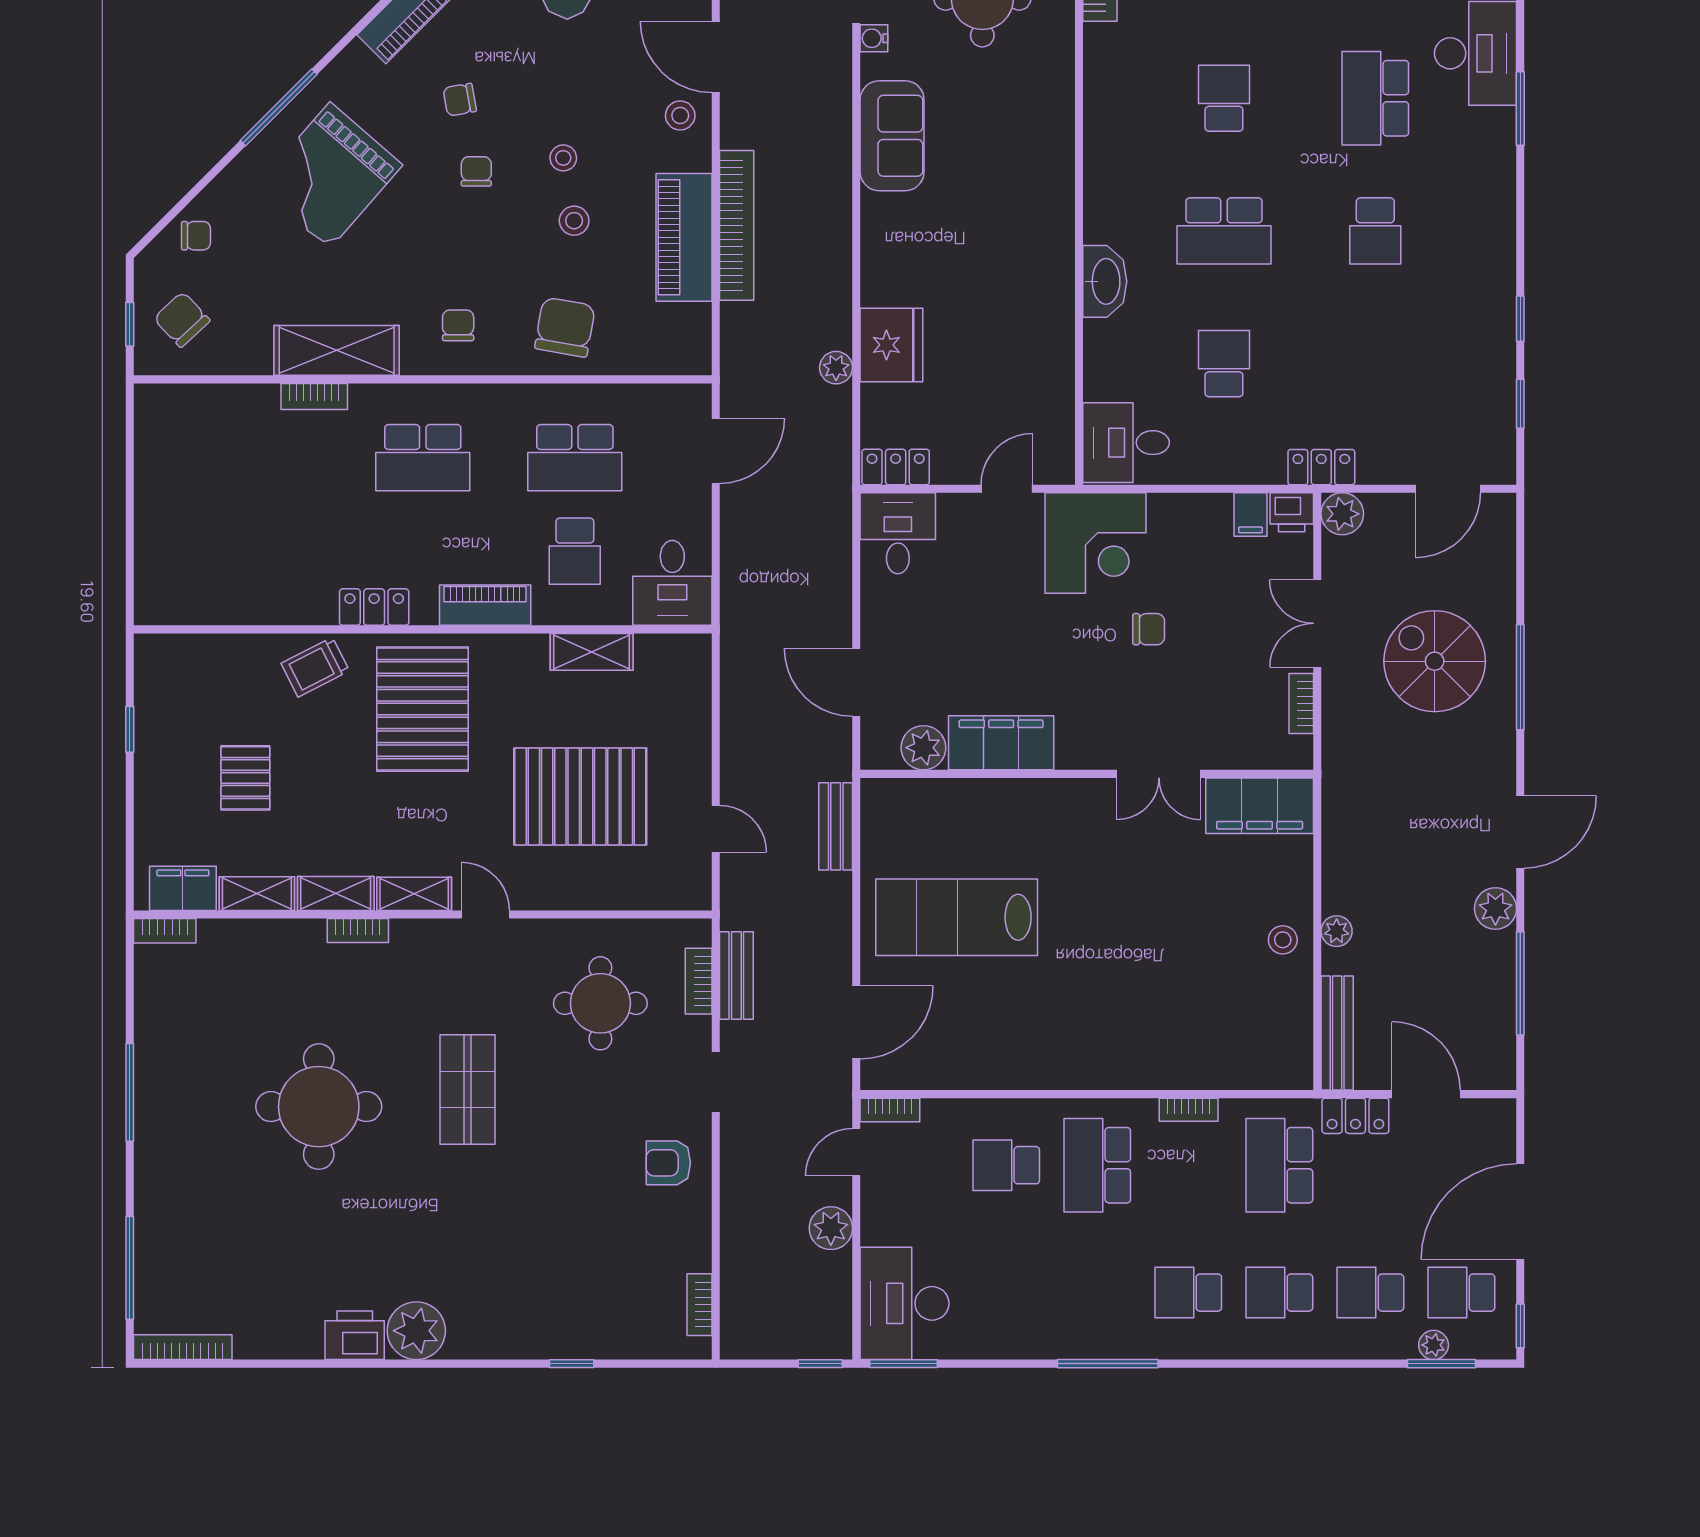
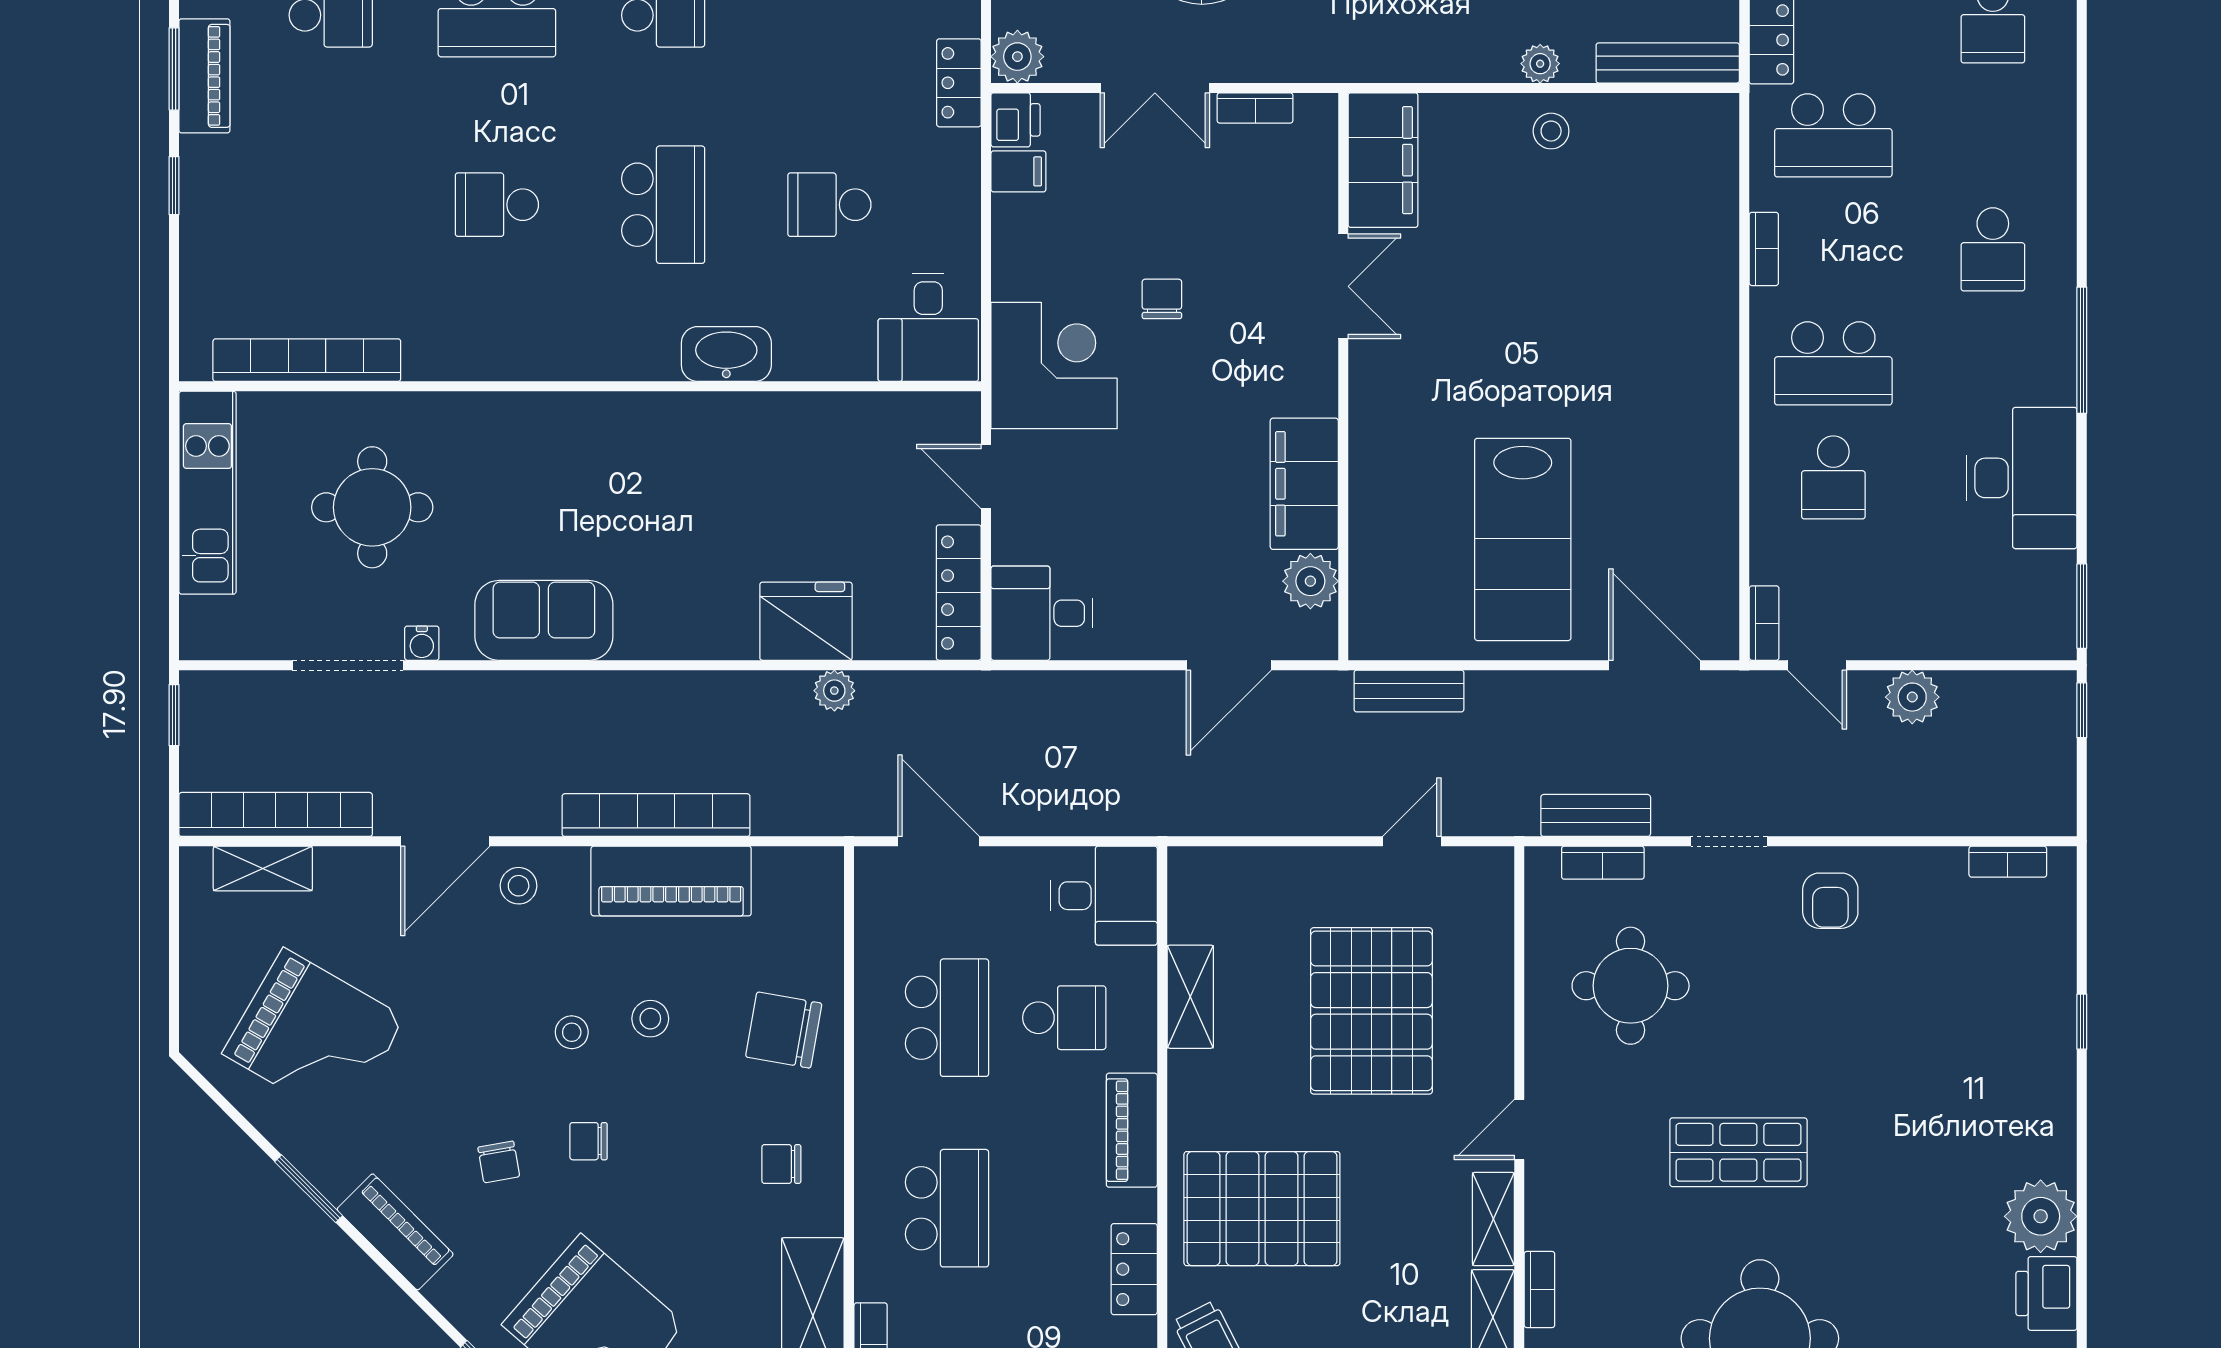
locker: (896, 467) -> (959, 593), width x1.53
school desk: (1279, 1293) -> (1993, 135), removed
desk: (904, 1303) -> (2022, 478), moved, turned -90

